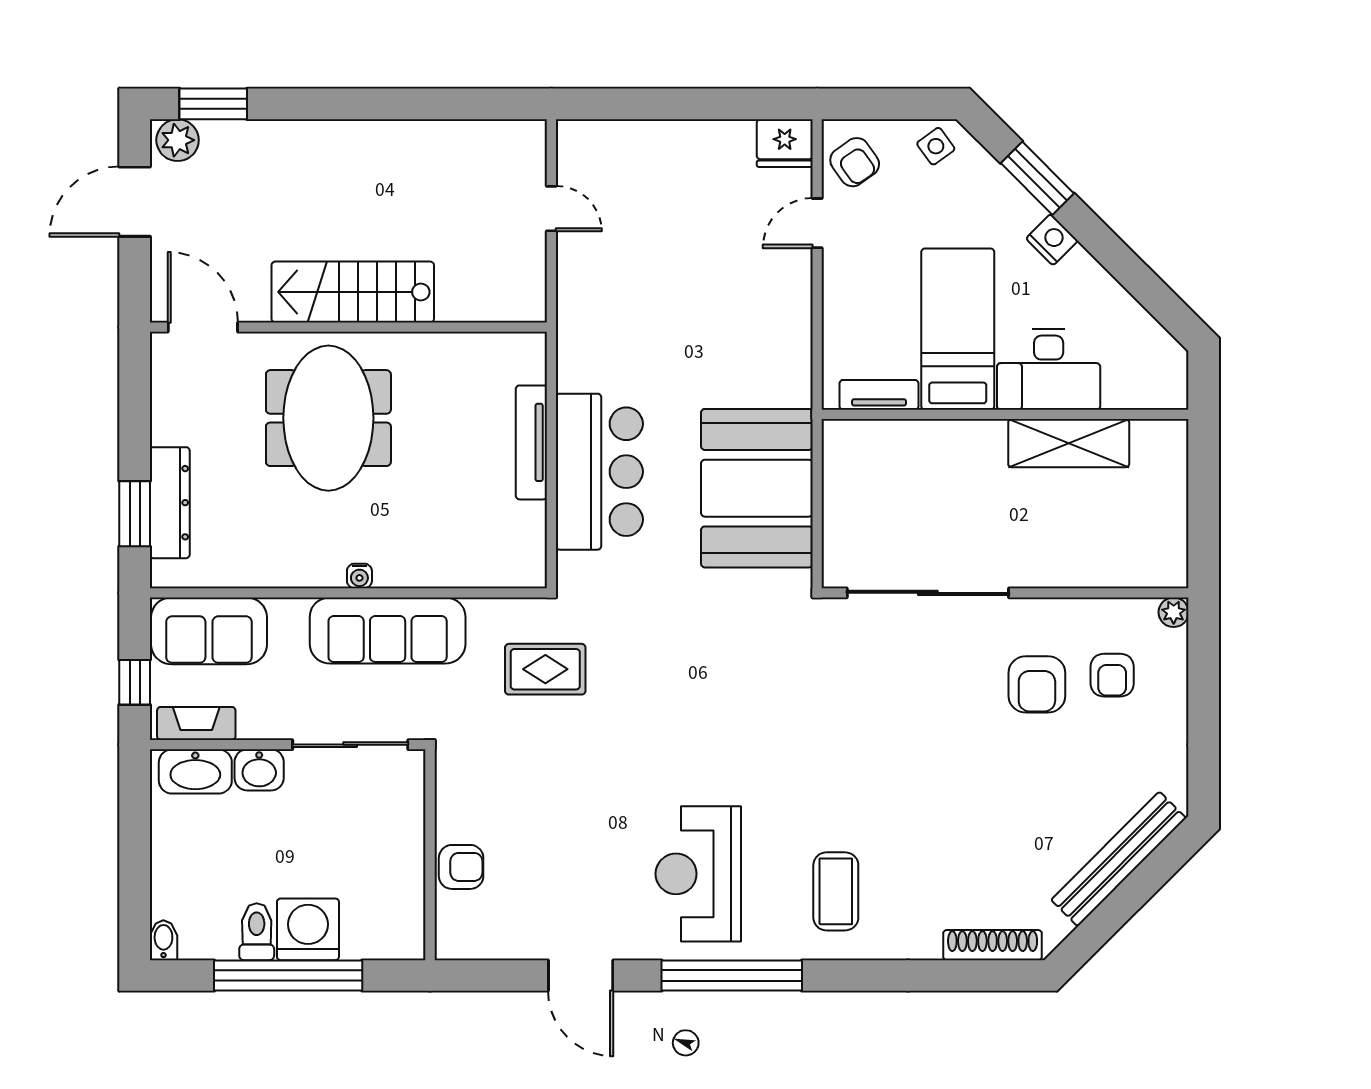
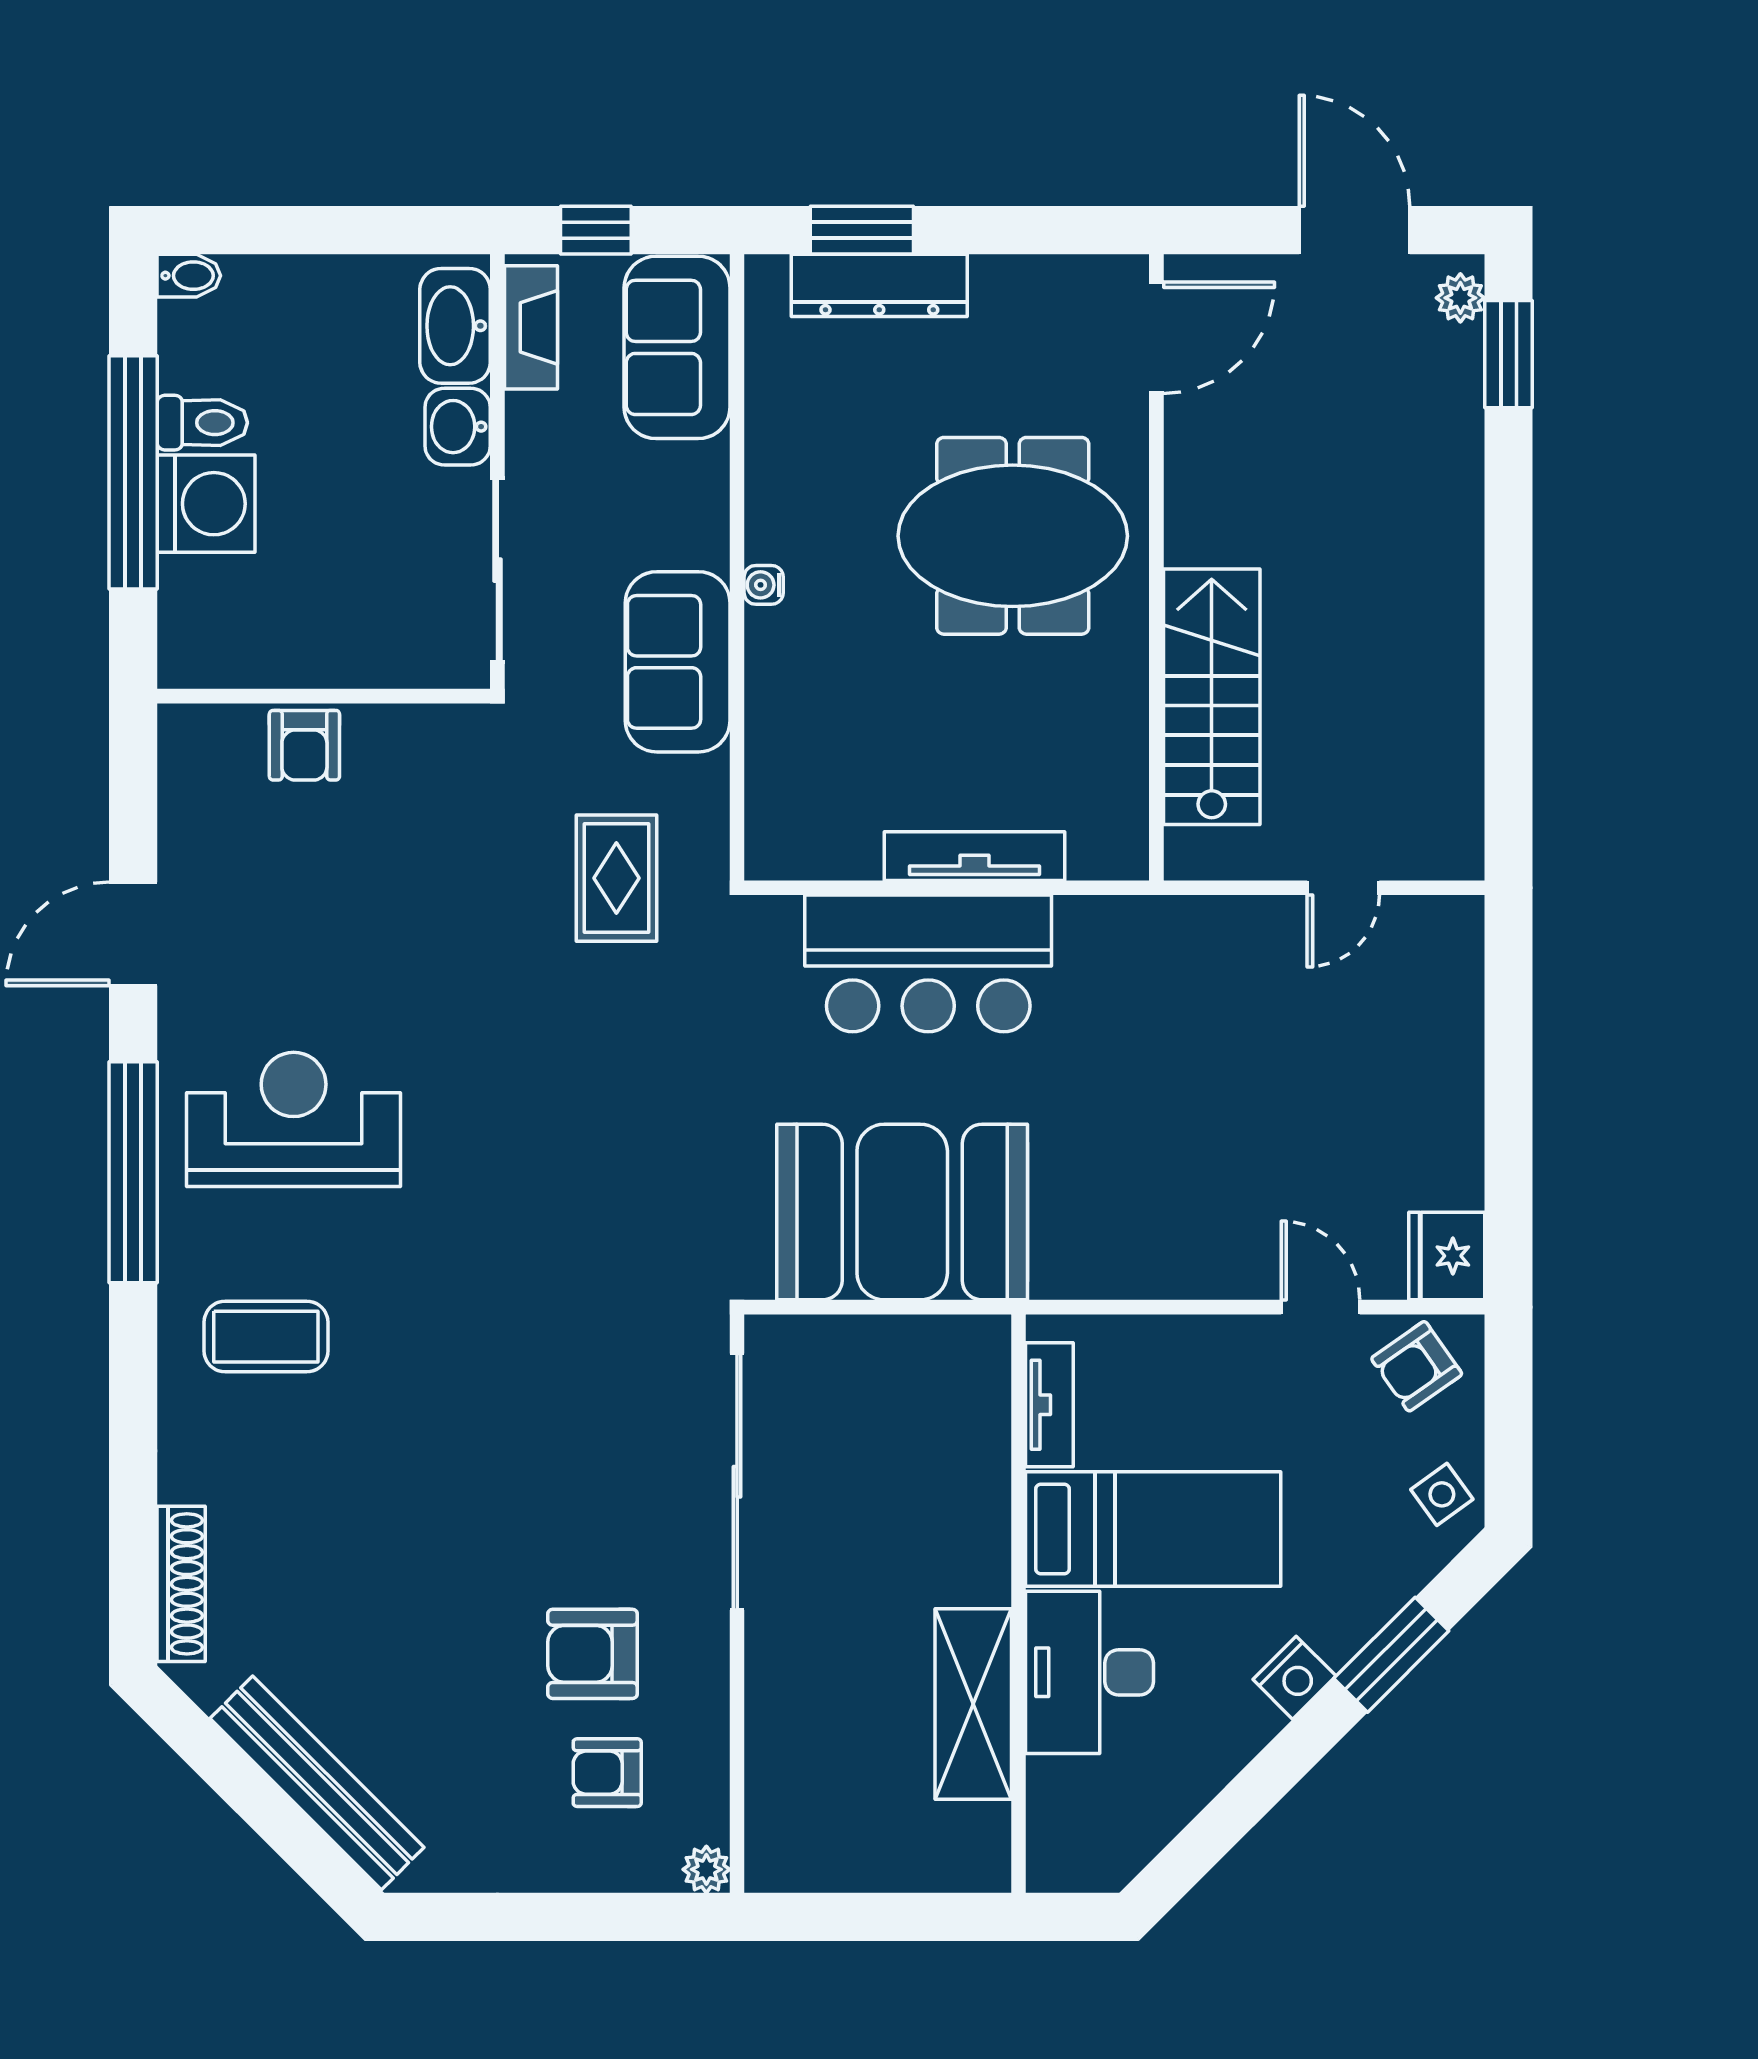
plant: (178, 140) -> (1460, 298), width x0.73, depth x0.73
stairs: (353, 292) -> (1212, 697), moved
sofa: (388, 630) -> (678, 662), width x0.73

